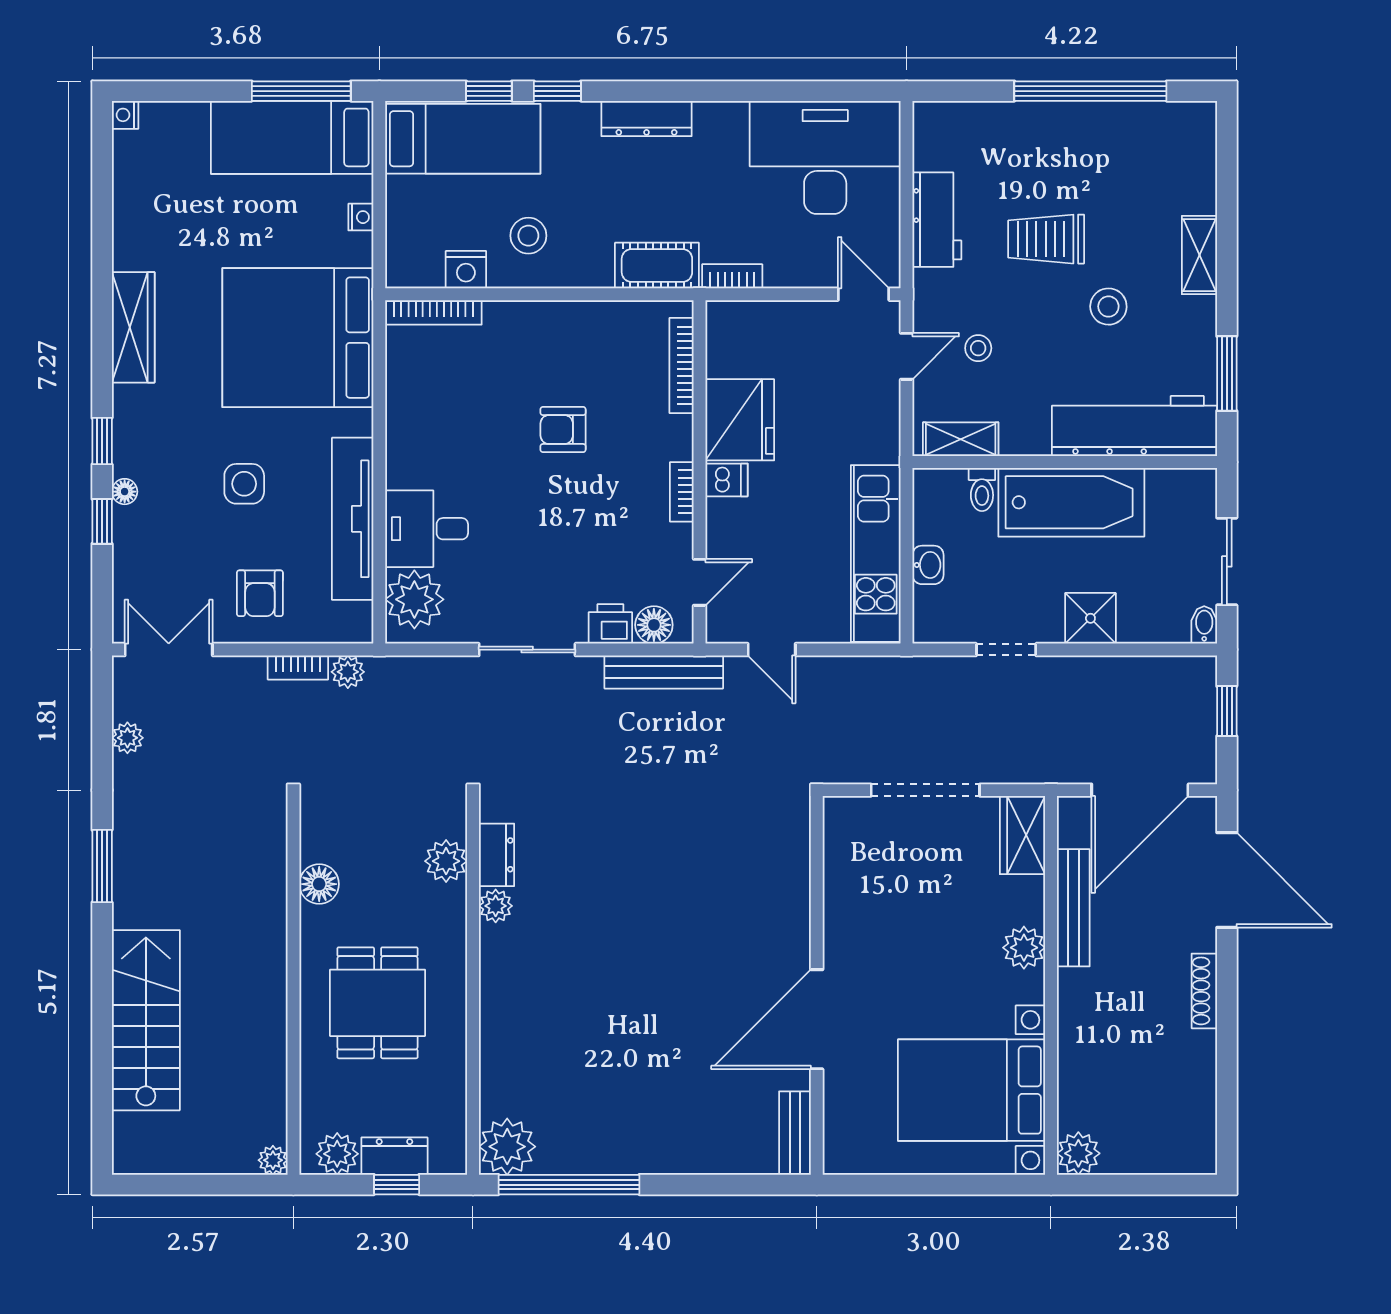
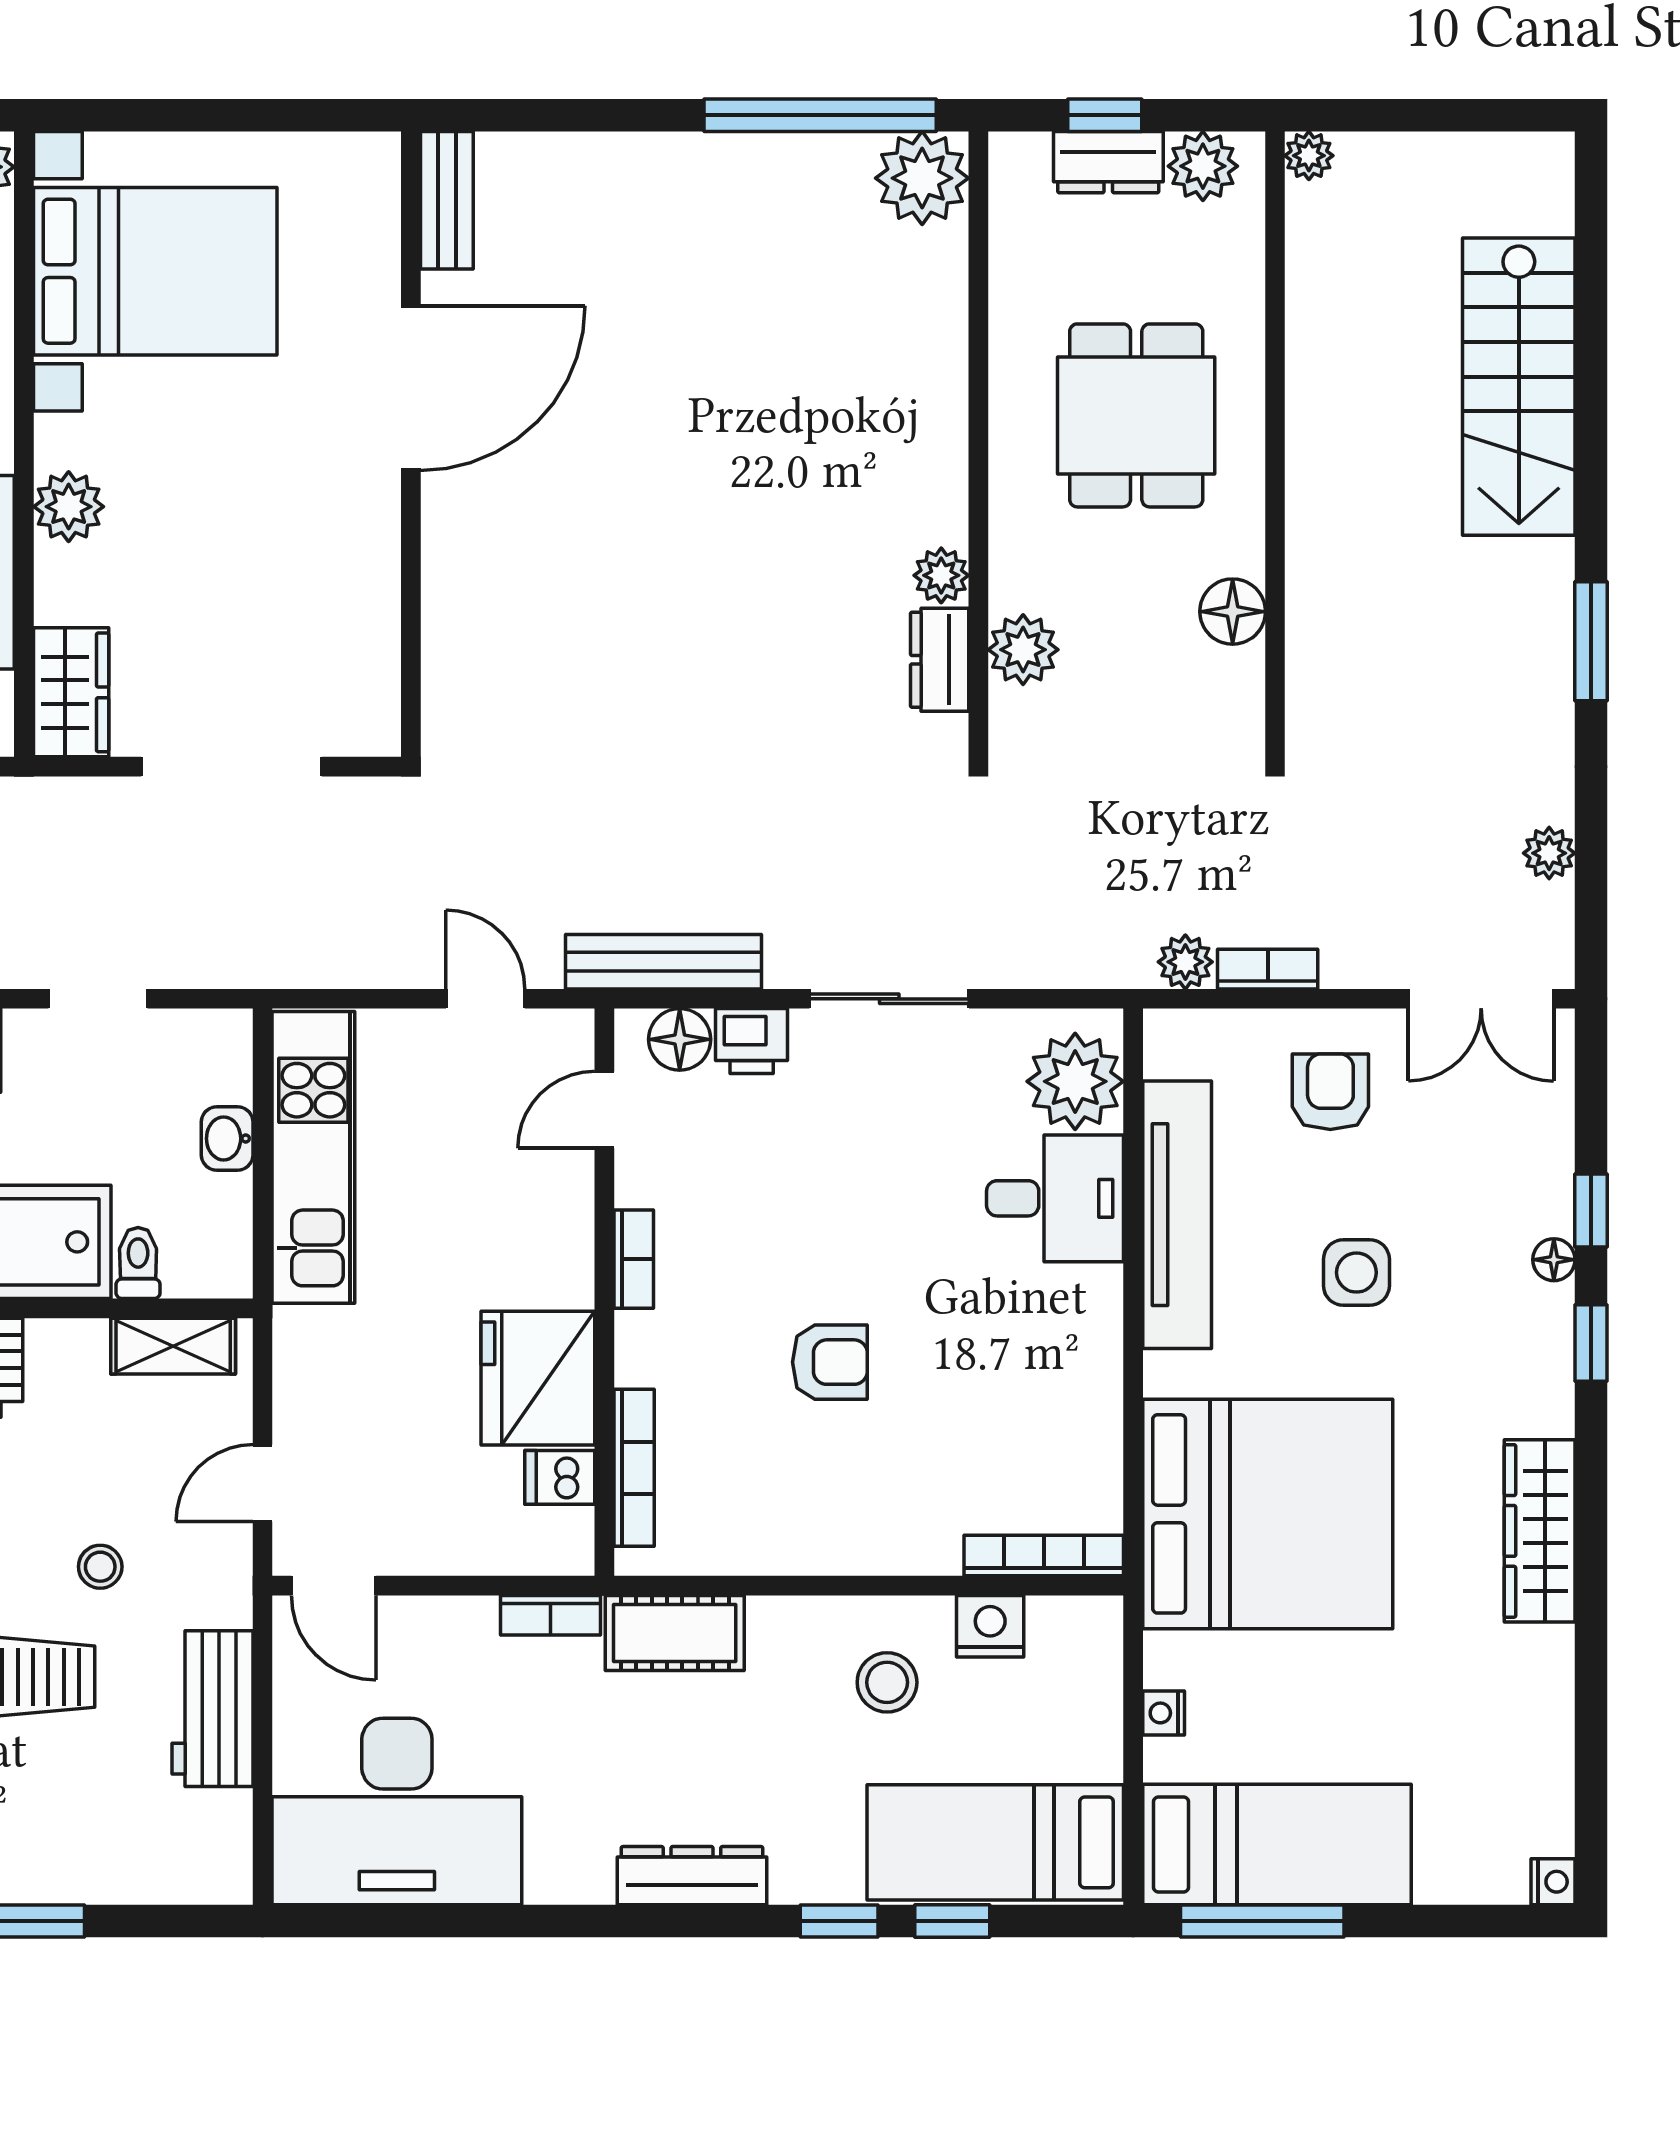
stool: (978, 348) -> (100, 1567), moved
dishwasher: (727, 480) -> (560, 1477), moved

